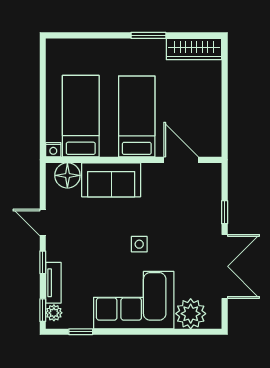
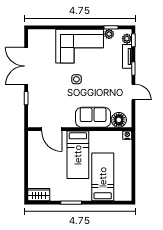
wardrobe: (194, 49) -> (39, 195), width x0.67
bed: (81, 116) -> (103, 177), moved, turned 180
plant: (191, 314) -> (109, 34), moved, width x0.53, depth x0.53

